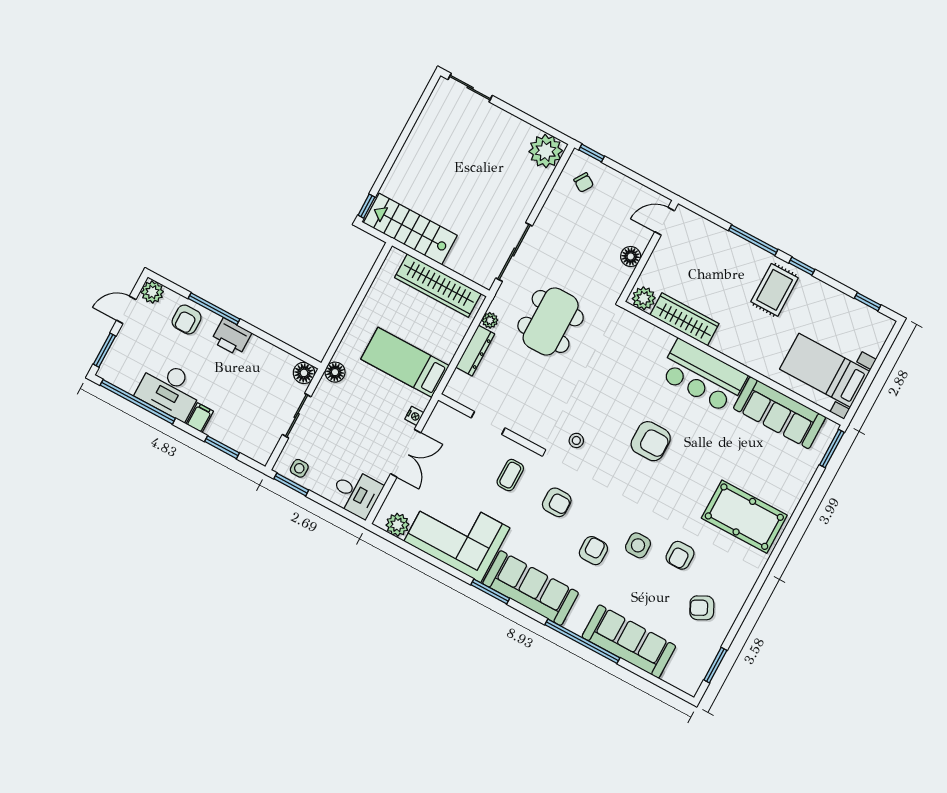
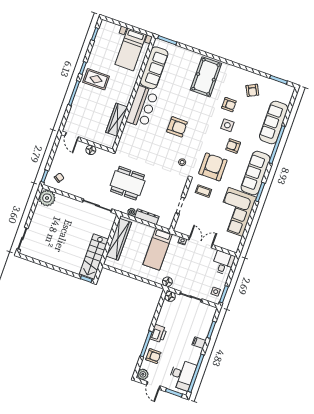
plant: (644, 298) -> (110, 141), removed
desk: (170, 390) -> (182, 375), moved
armchair: (651, 441) -> (177, 127), turned 90
armchair: (557, 502) -> (213, 167), width x1.88, depth x1.88
plant: (397, 525) -> (235, 241), removed

